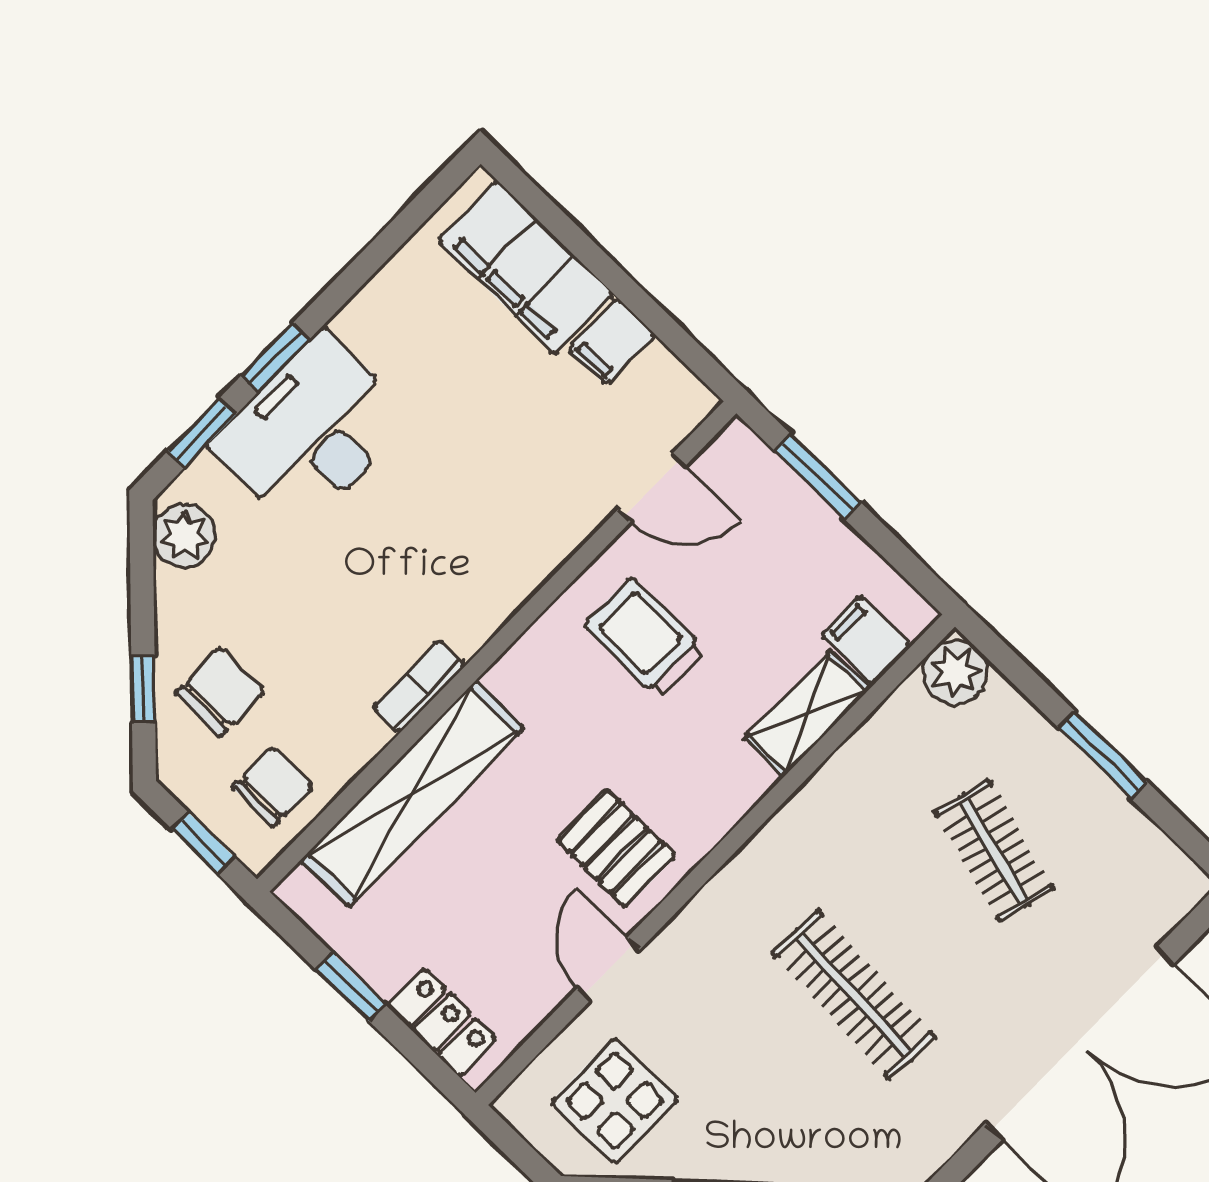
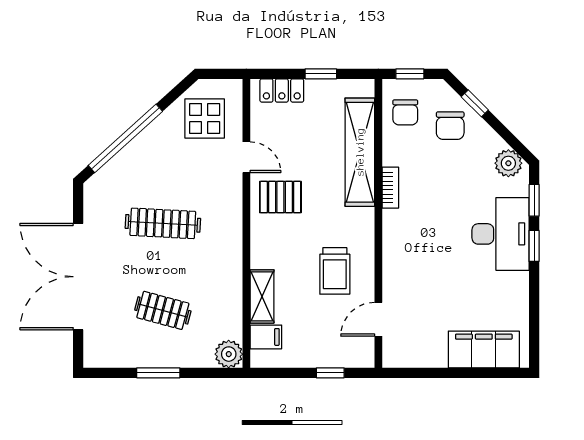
filing cabinet: (612, 342) -> (435, 352), removed
window: (818, 477) -> (330, 373), width x0.67
trolley: (646, 638) -> (335, 271), turned 90

